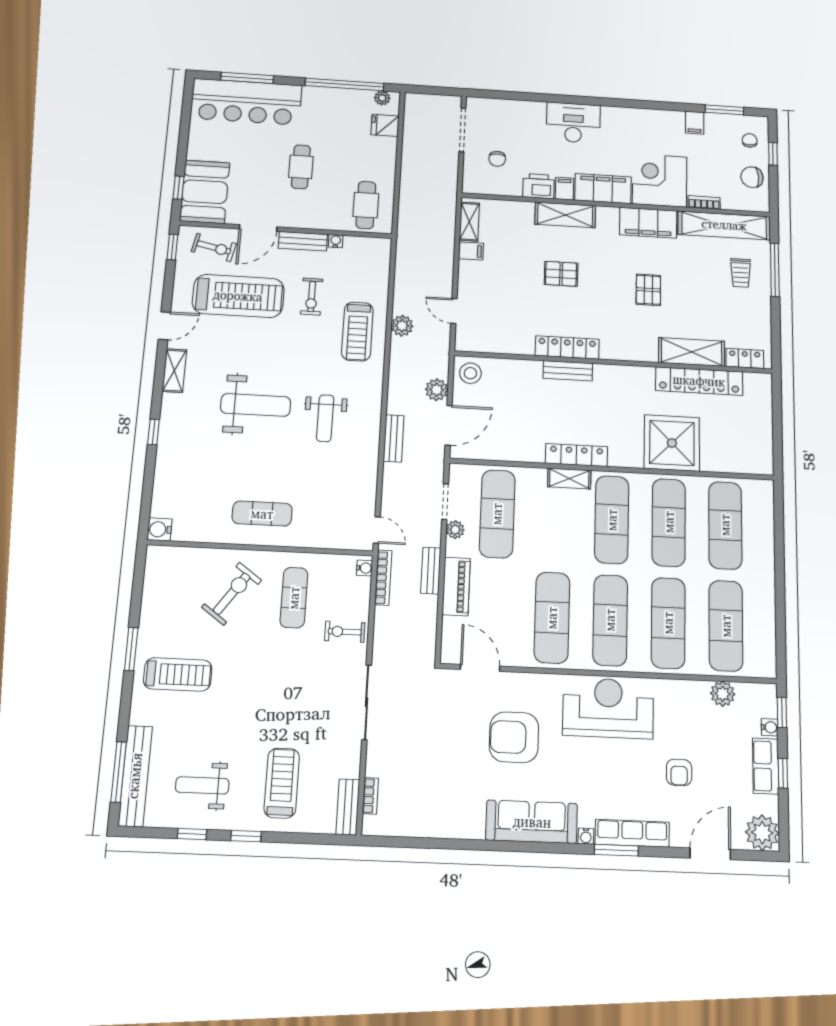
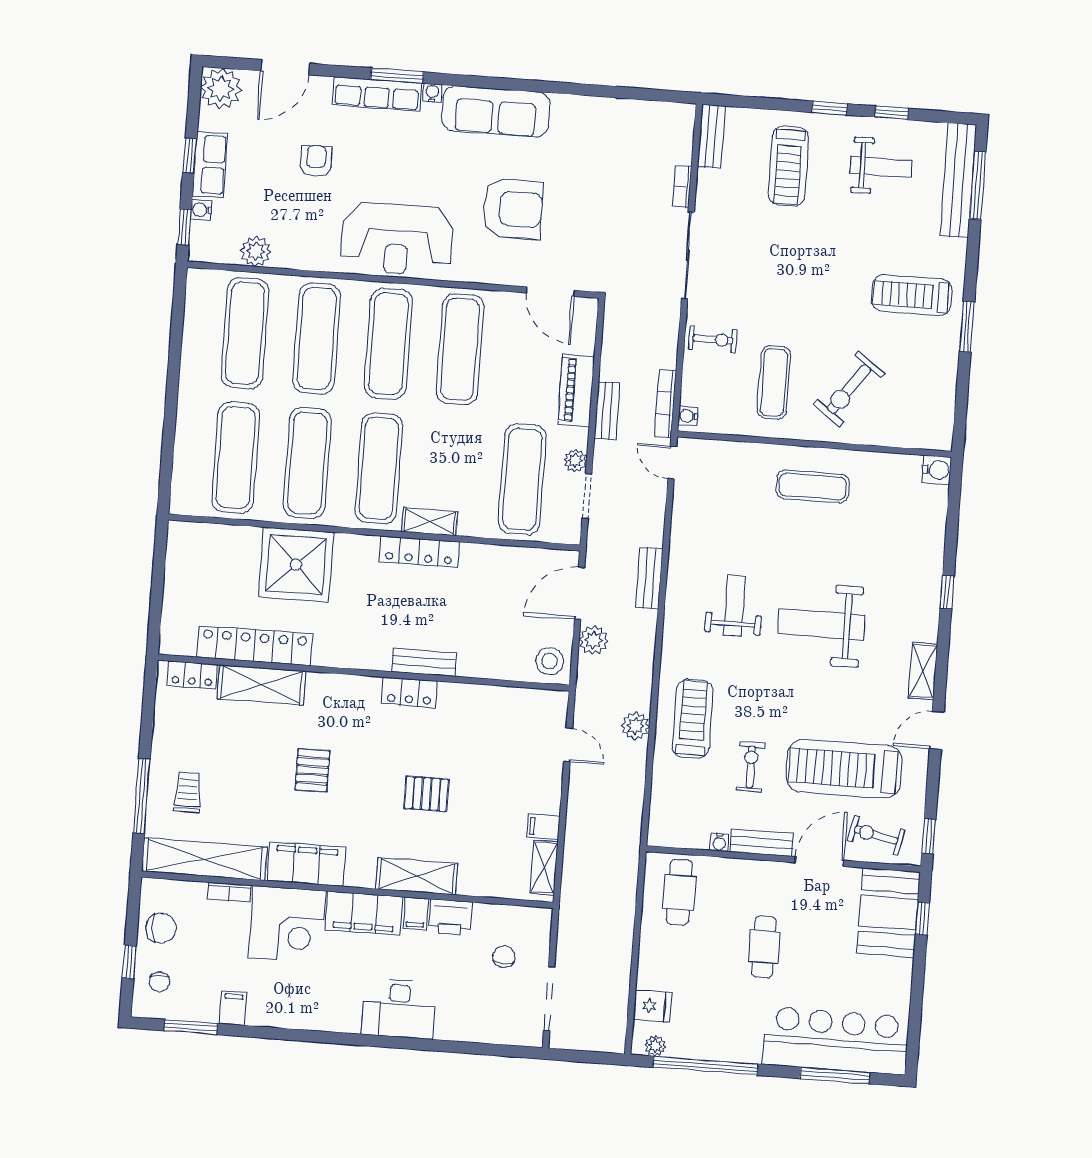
locker: (567, 347) -> (409, 692), width x0.66
bookcase: (370, 796) -> (682, 187), moved

